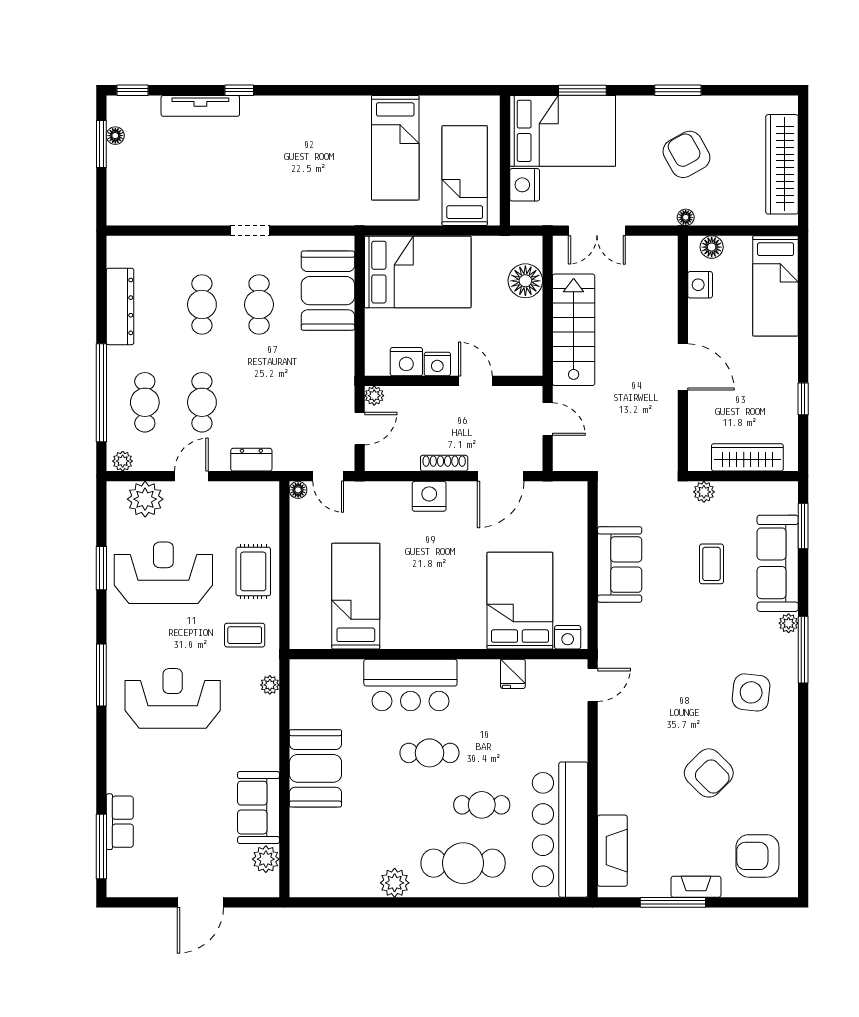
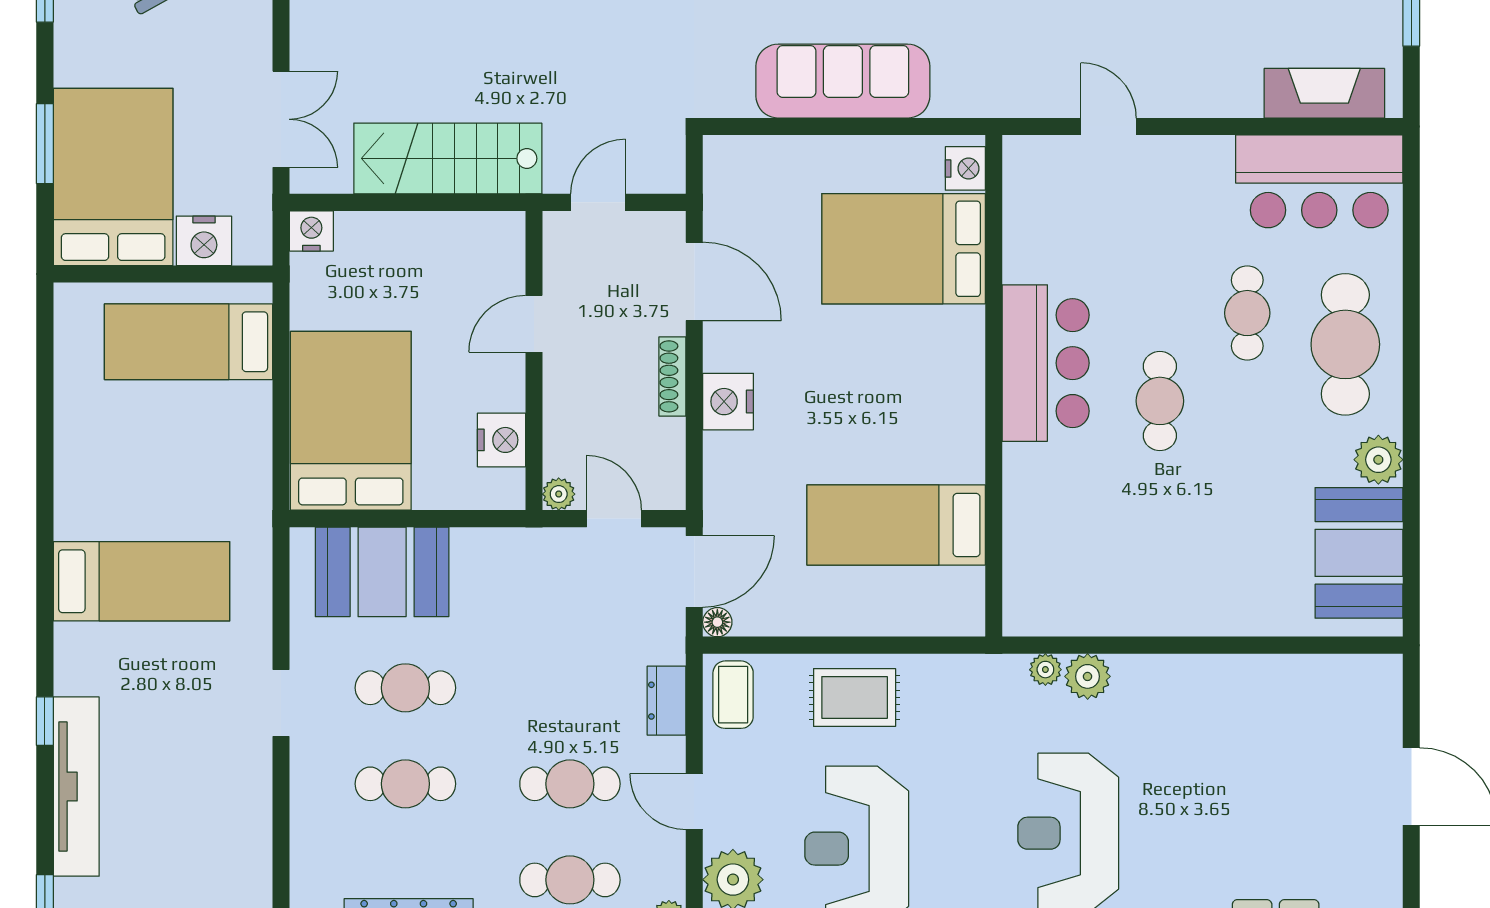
tv unit: (200, 106) -> (76, 787), width x1.36, depth x1.29
bed: (395, 148) -> (141, 581), moved
floor lamp: (525, 281) -> (365, 240), removed
nightstand: (437, 364) -> (311, 231), moved, turned -90
door: (328, 476) -> (694, 571), width x1.37
sofa: (620, 565) -> (843, 81), width x1.36
coffee table: (245, 635) -> (733, 695), moved
fridge: (513, 674) -> (1027, 261), removed
bar counter: (410, 685) -> (1046, 363), moved
door: (593, 685) -> (1109, 126), moved
booth: (315, 768) -> (1359, 553), moved, turned 90
sofa: (258, 808) -> (1252, 689), removed
bar counter: (560, 830) -> (1319, 181), width x0.73
plant: (266, 859) -> (1088, 676), moved

